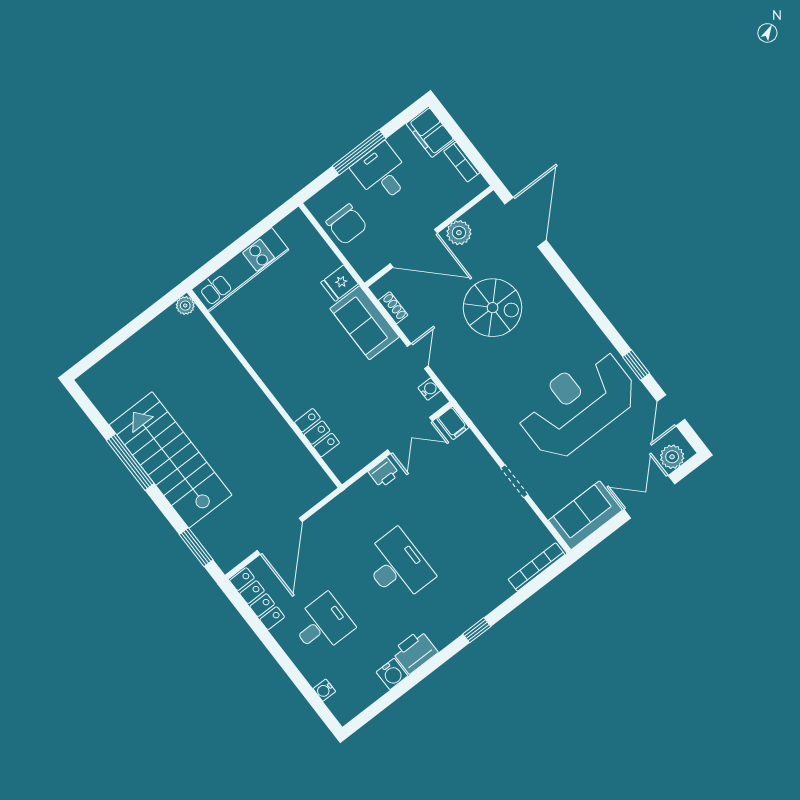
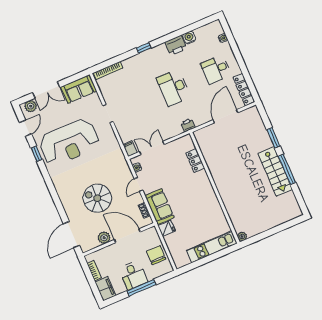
stairs: (171, 460) -> (275, 171), width x0.73, depth x0.66
printer: (384, 473) -> (188, 125), moved
window: (196, 547) -> (273, 138), moved

